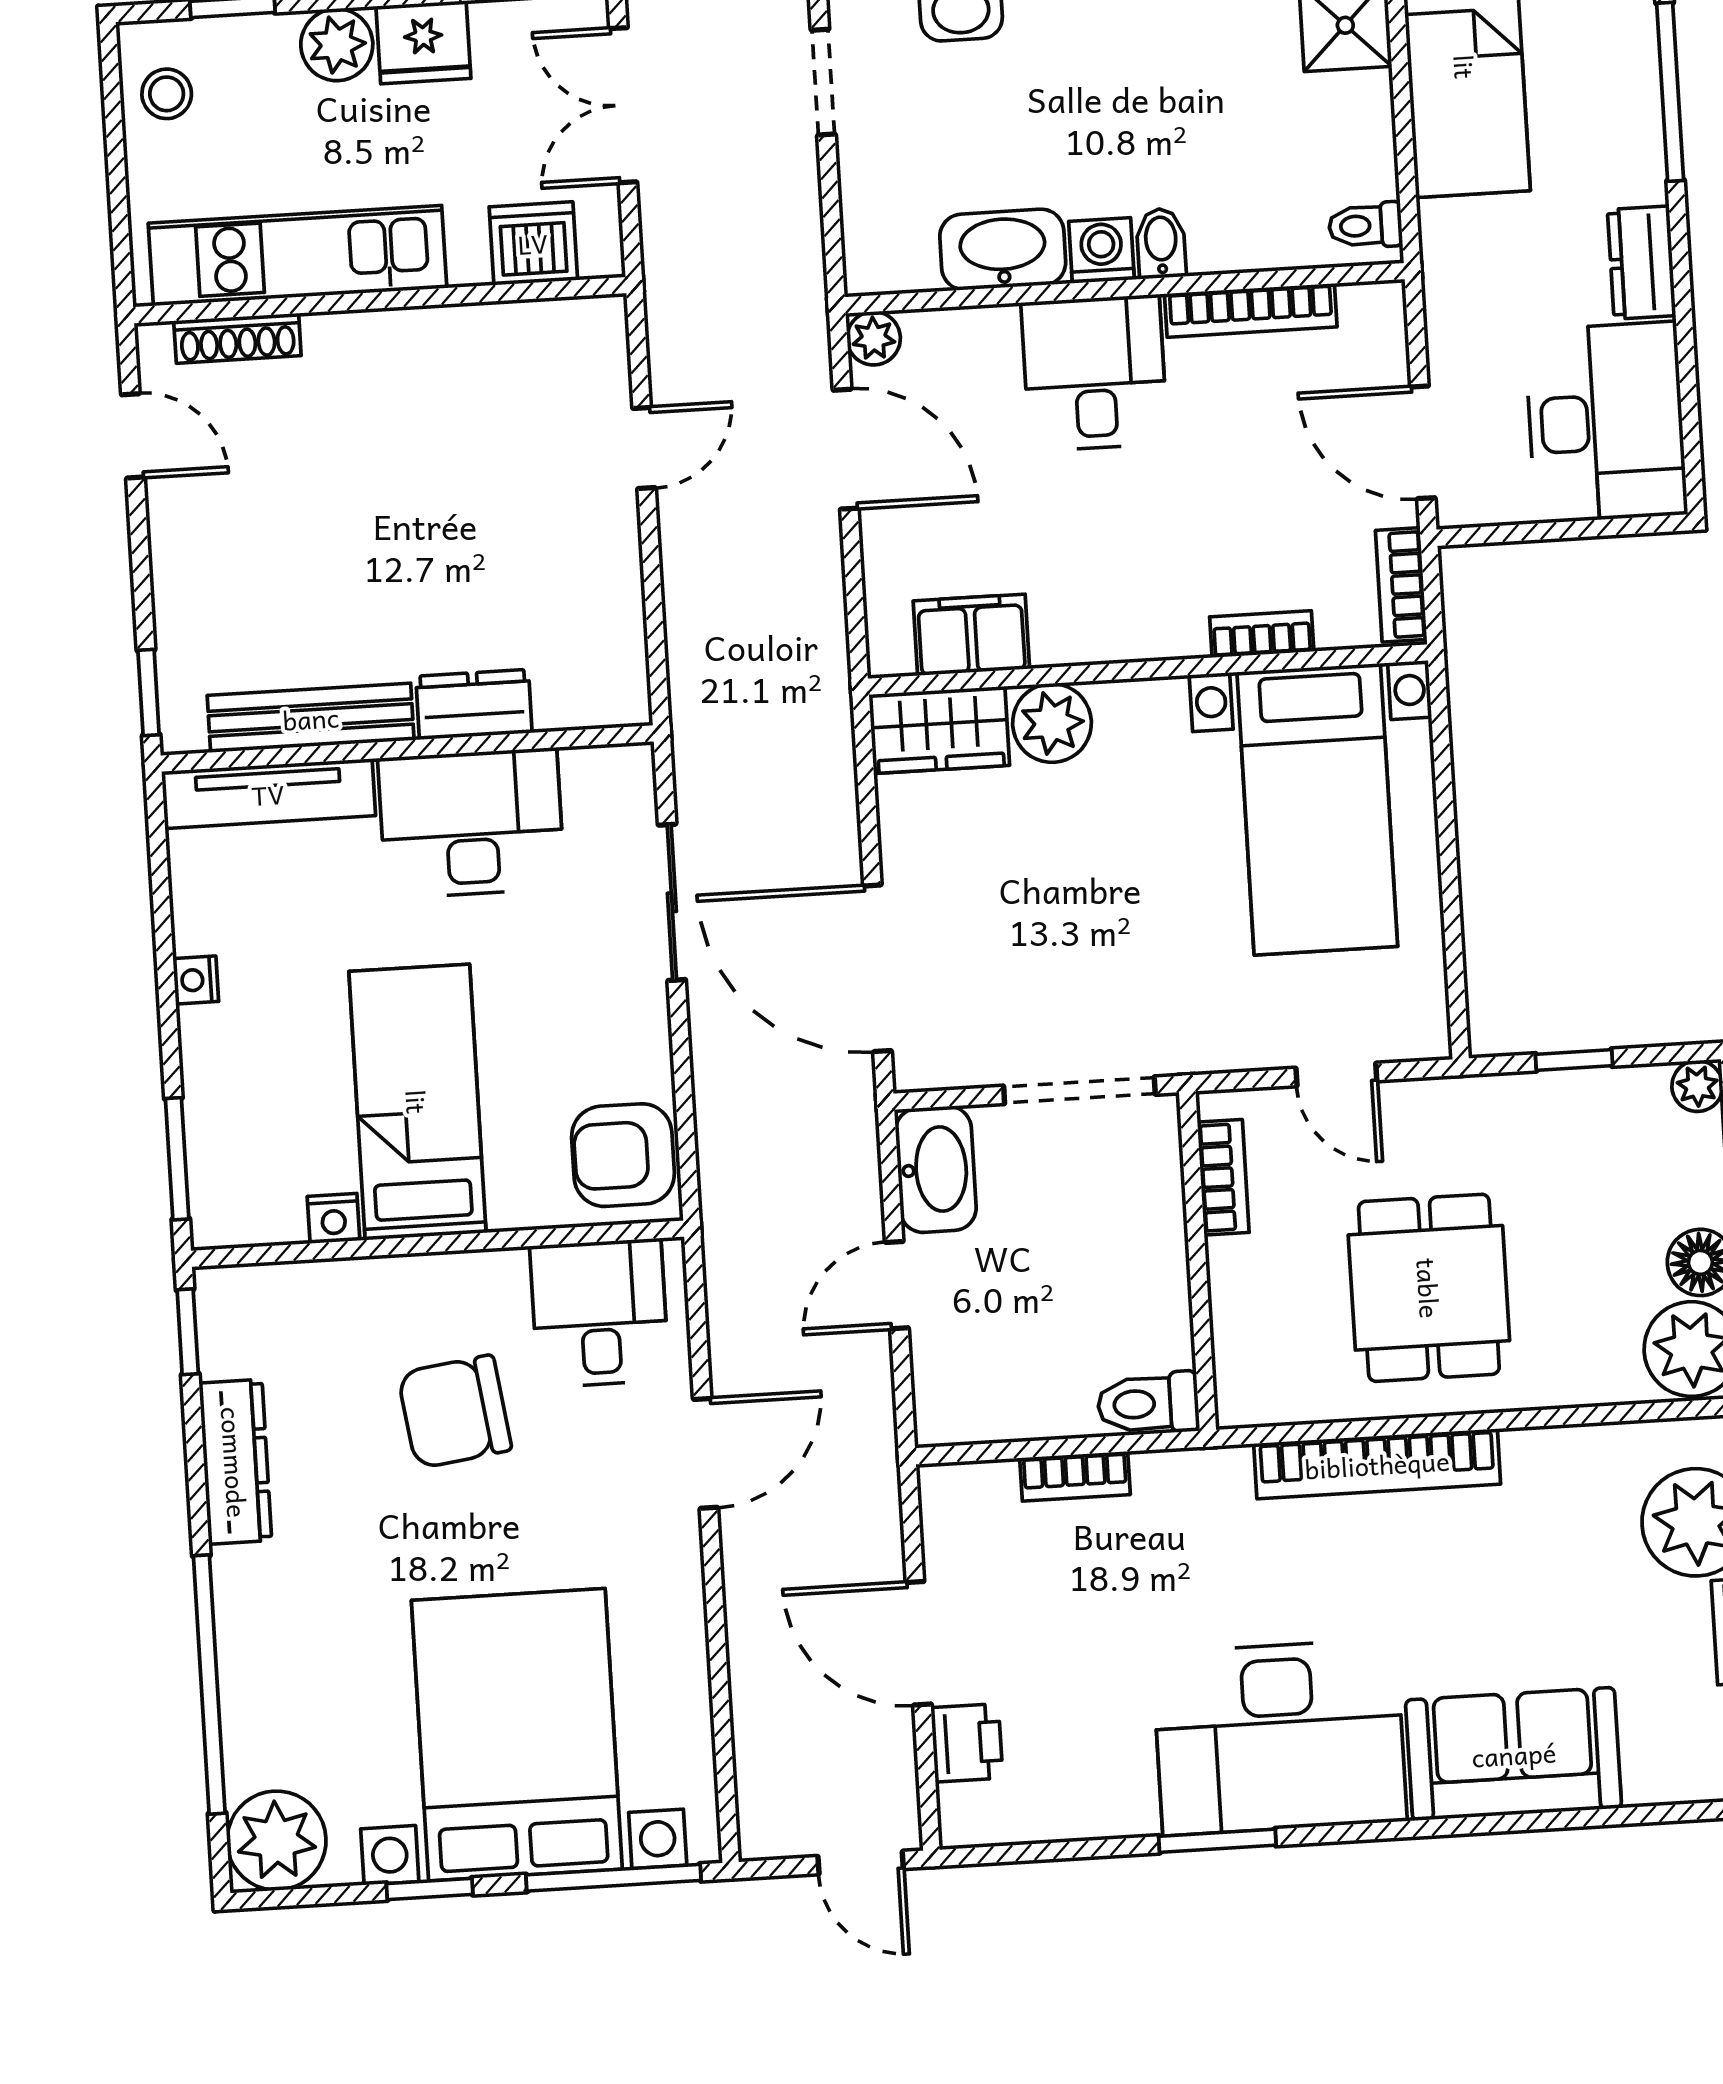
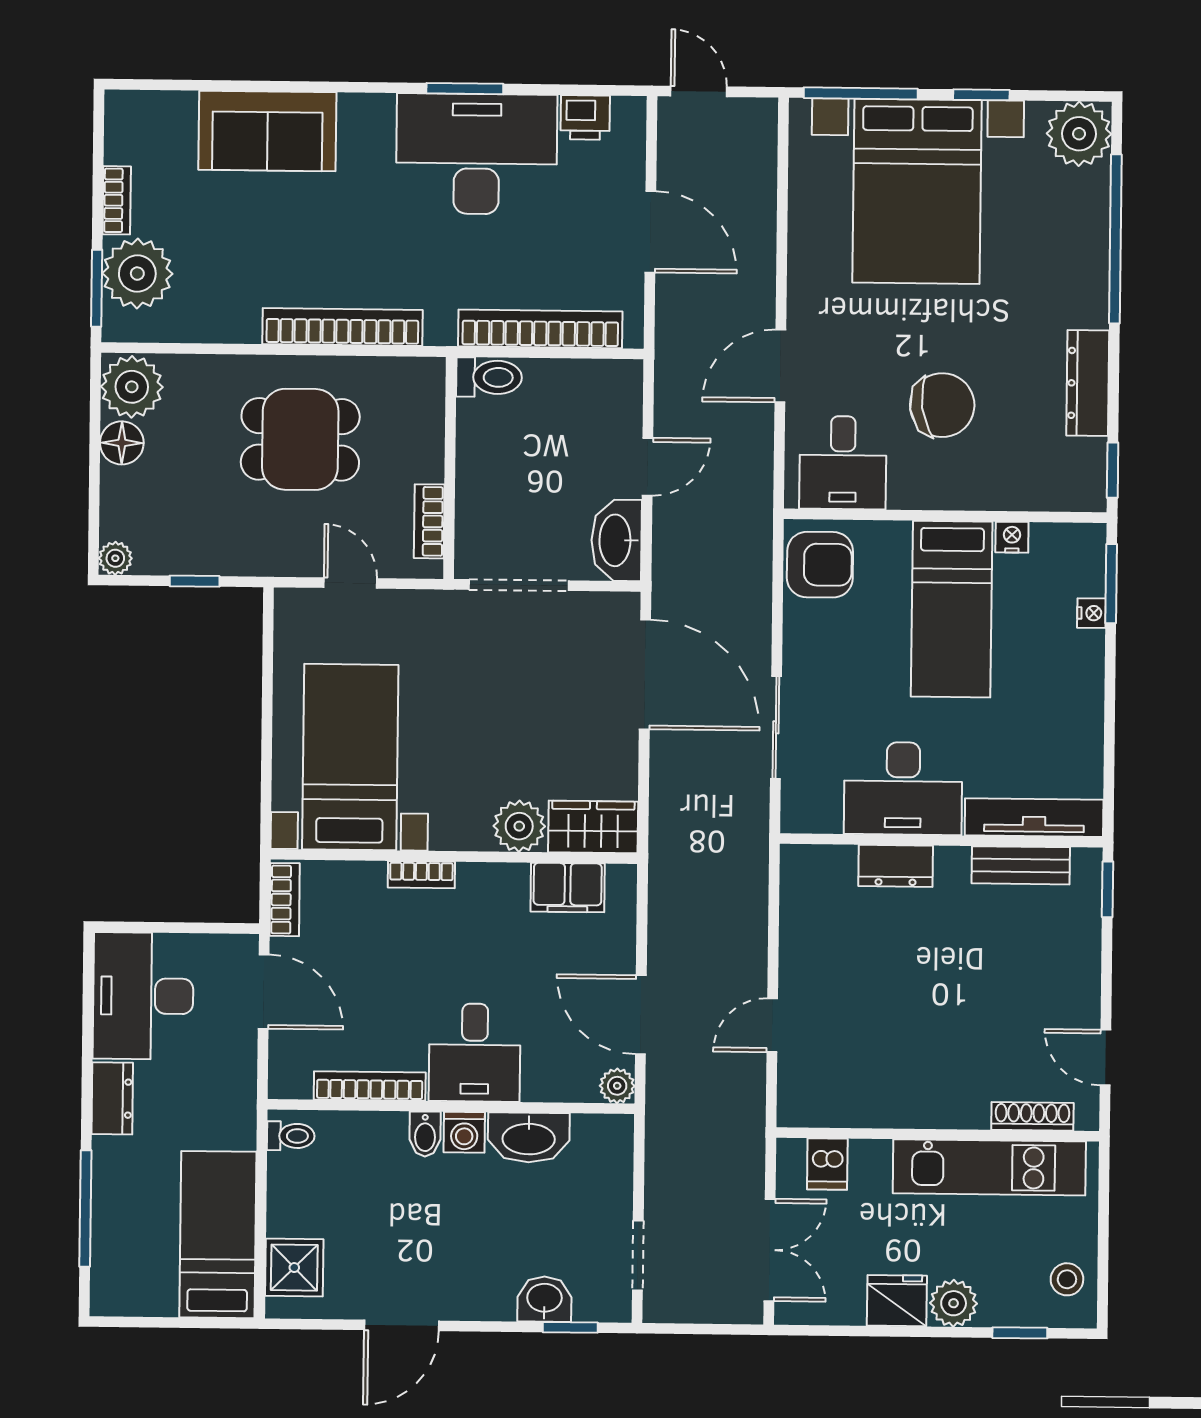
dishwasher: (533, 243) -> (827, 1164), width x0.73
bookcase: (1262, 634) -> (421, 875), moved
bench: (311, 718) -> (1021, 865), width x0.73
nightstand: (196, 980) -> (1092, 613), moved
dining table: (1429, 1288) -> (300, 439), turned 90
bookcase: (1075, 1476) -> (540, 329), width x2.31, depth x1.31
desk: (1279, 1737) -> (477, 154), moved
printer: (967, 1743) -> (585, 117), moved, turned -90

